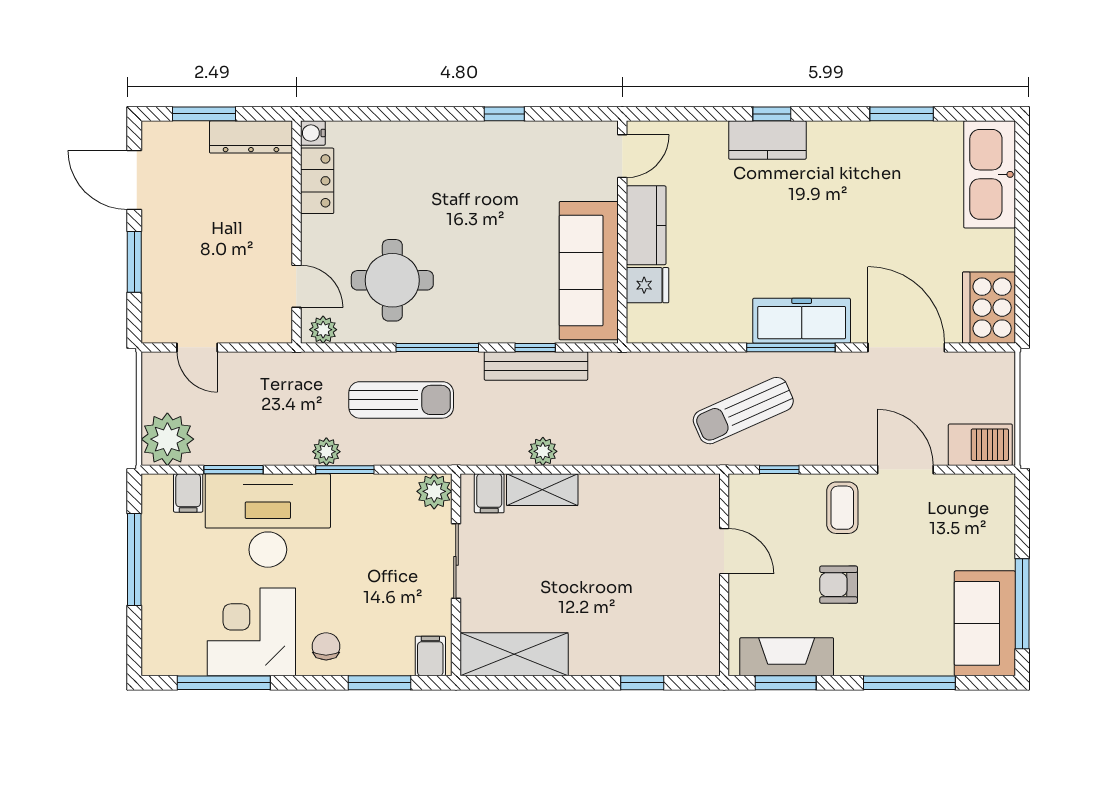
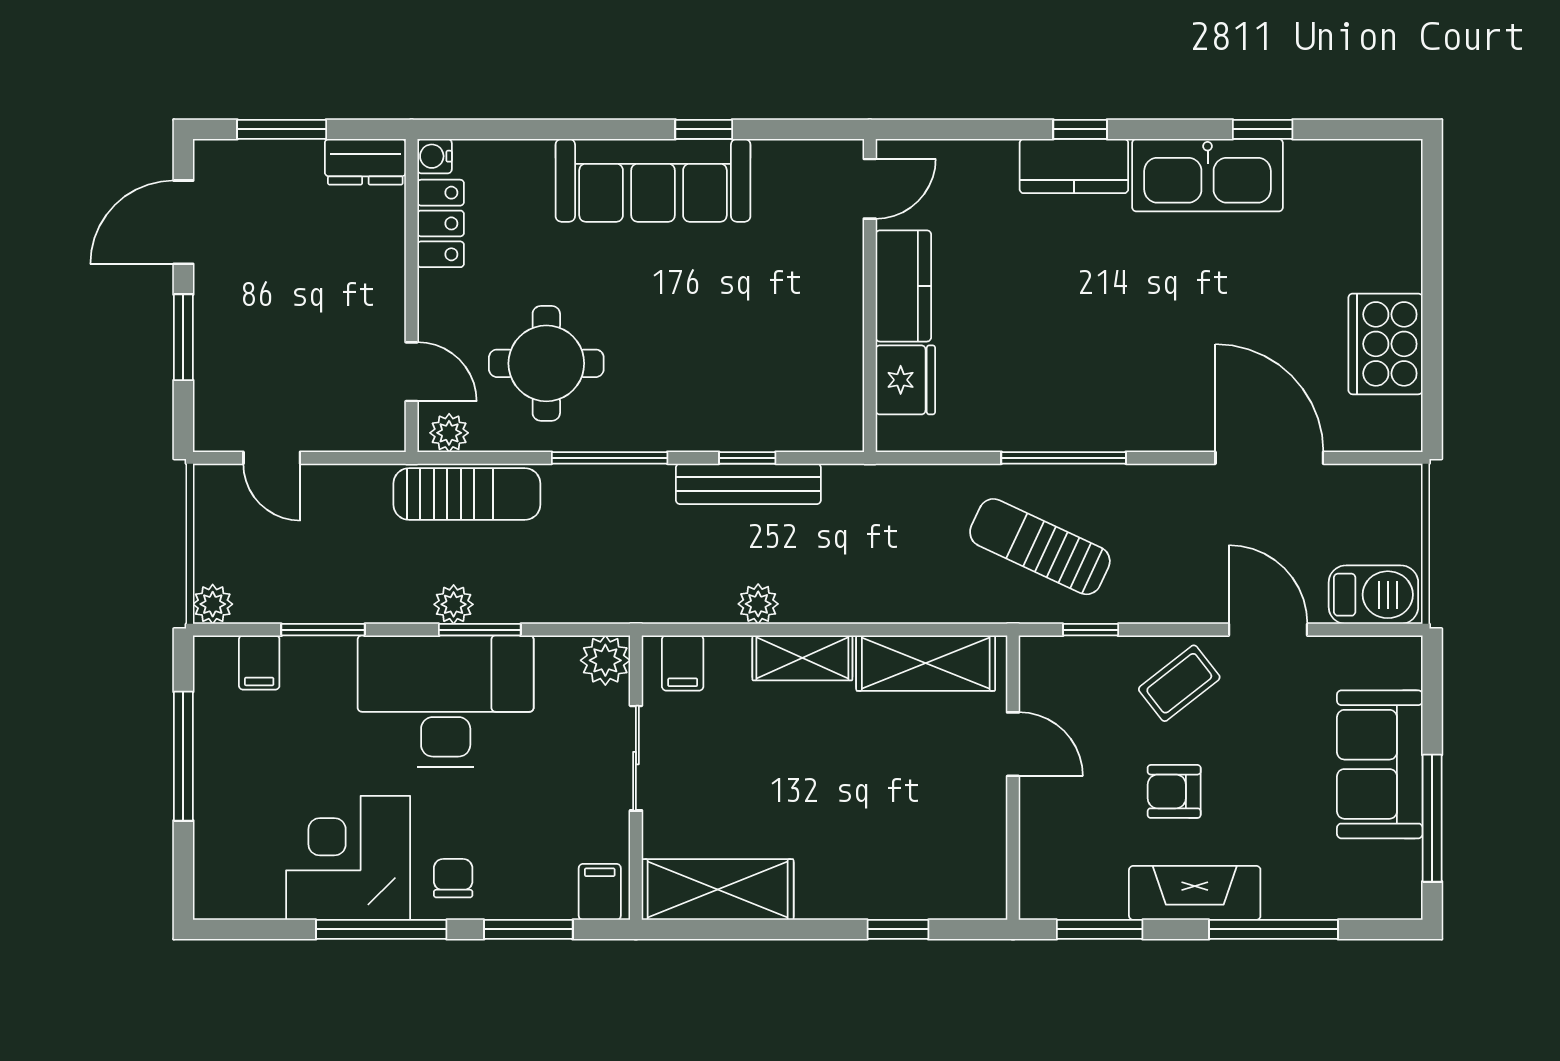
window: (902, 114) -> (1263, 129), width x0.67
dresser: (251, 137) -> (365, 162), width x0.70
kitchen sink: (990, 174) -> (1208, 175), moved, turned -90
door: (134, 180) -> (183, 222), hinge flipped
sofa: (589, 271) -> (653, 180), moved, turned -90
fridge: (648, 285) -> (905, 380), width x1.38
cooker: (989, 308) -> (1385, 344), moved
freezer: (802, 321) -> (1122, 420), removed
window: (791, 347) -> (1064, 458), moved
sun lounger: (401, 400) -> (467, 494), moved
sun lounger: (743, 411) -> (1040, 547), turned 49
plant: (167, 439) -> (213, 604), width x0.53, depth x0.53
shelving: (542, 490) -> (802, 658), moved
shelving: (662, 493) -> (926, 663), added
coffee table: (842, 508) -> (1179, 683), turned 52
desk: (268, 521) -> (446, 701), moved
sofa: (985, 623) -> (1380, 764), moved
fireplace: (787, 657) -> (1195, 893), moved
window: (224, 683) -> (381, 929), moved

